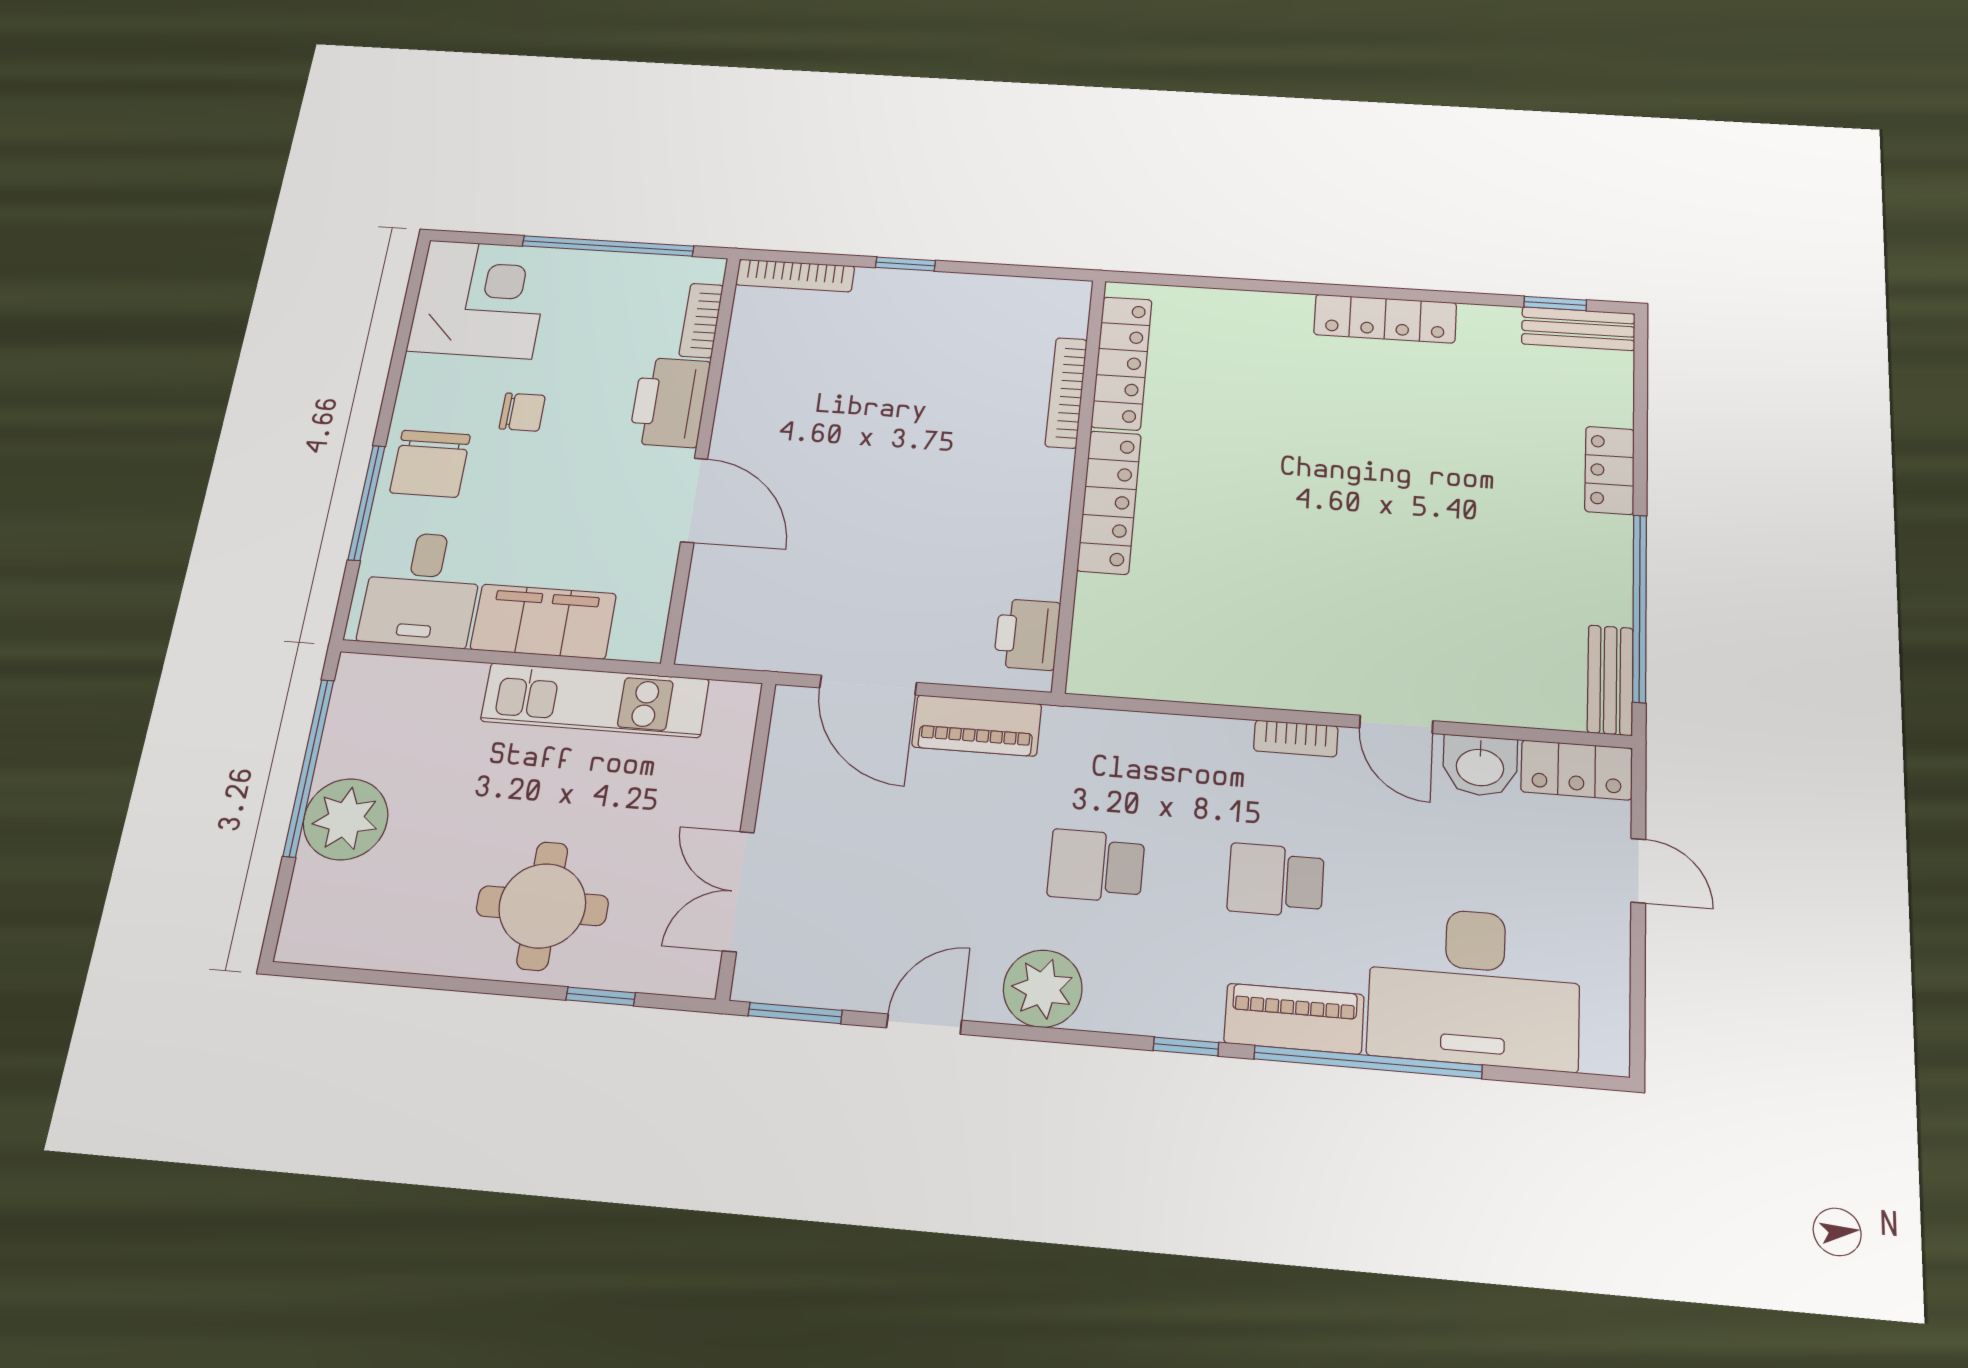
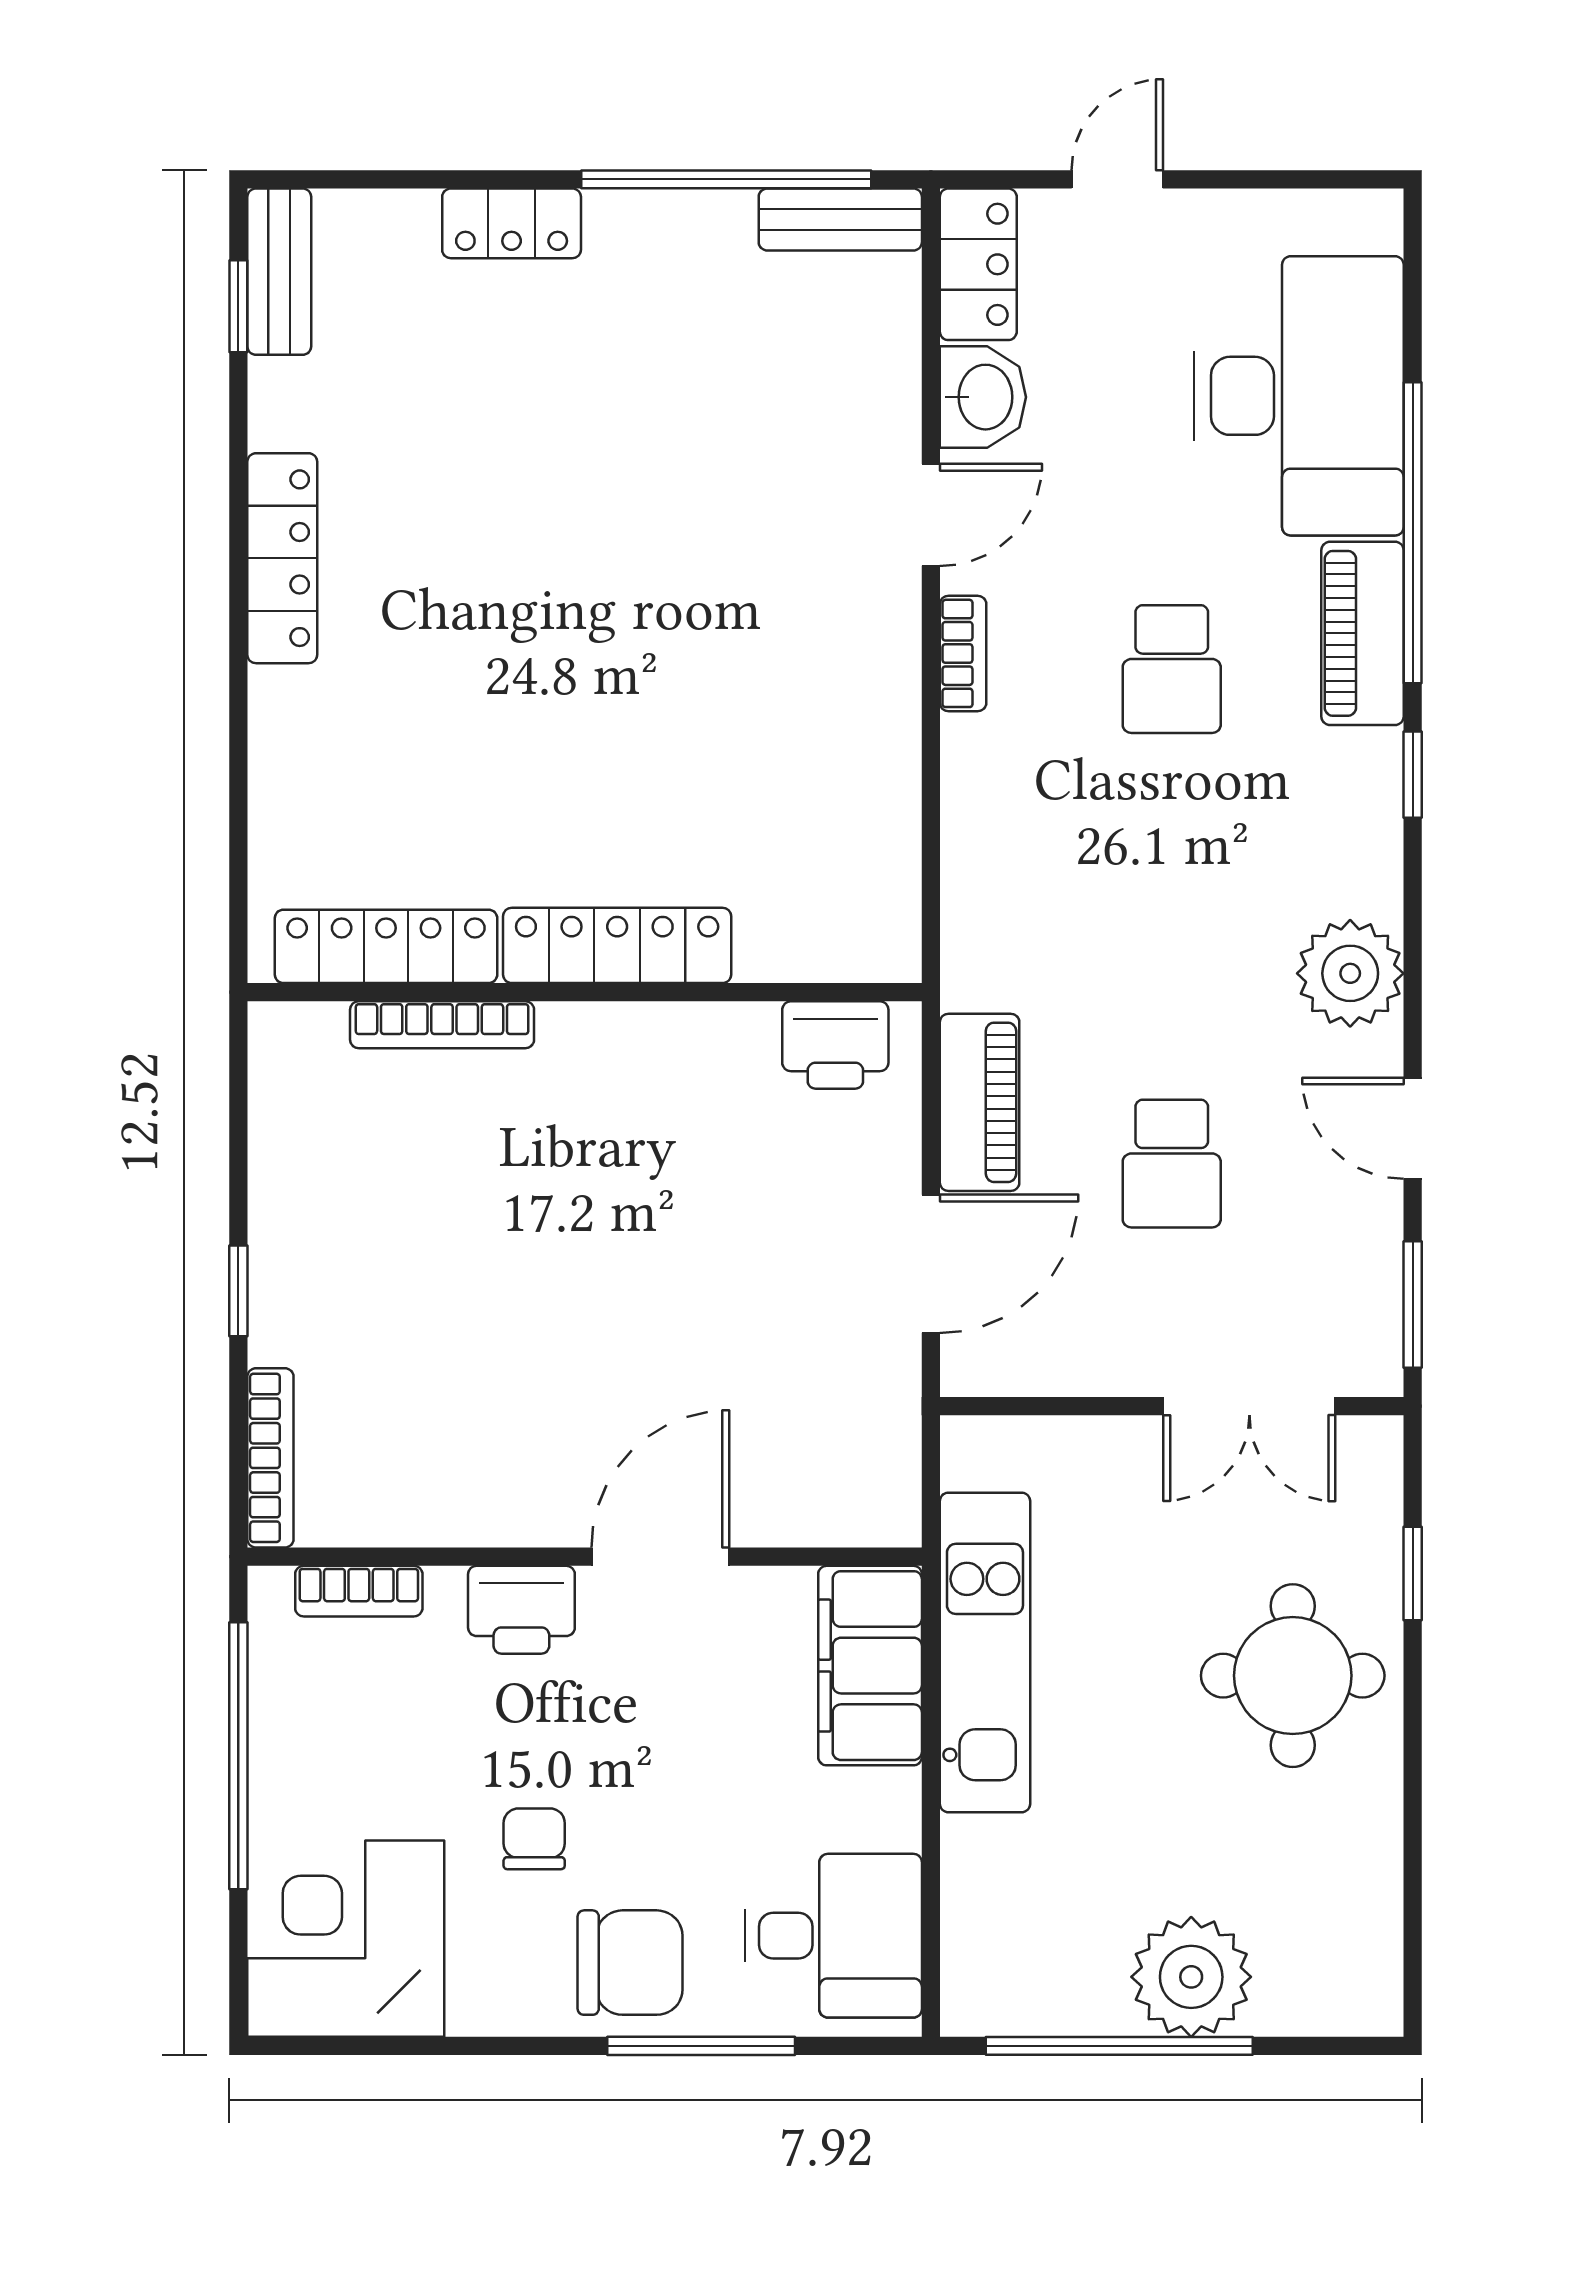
printer: (669, 402) -> (521, 1610), width x0.73, depth x0.84
filing cabinet: (543, 622) -> (870, 1666), moved
school desk: (1096, 866) -> (1172, 1164), moved

